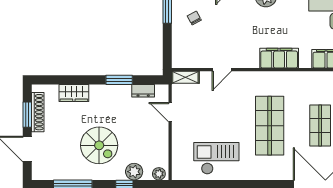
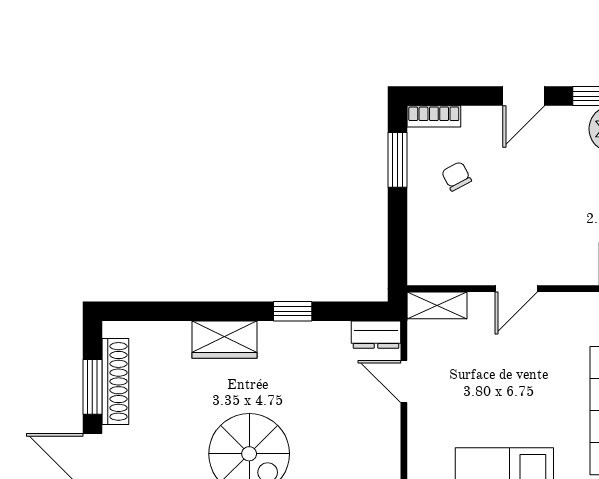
window: (119, 80) -> (293, 311), width x0.67
dresser: (143, 91) -> (376, 335), moved
wardrobe: (74, 93) -> (224, 340), moved

